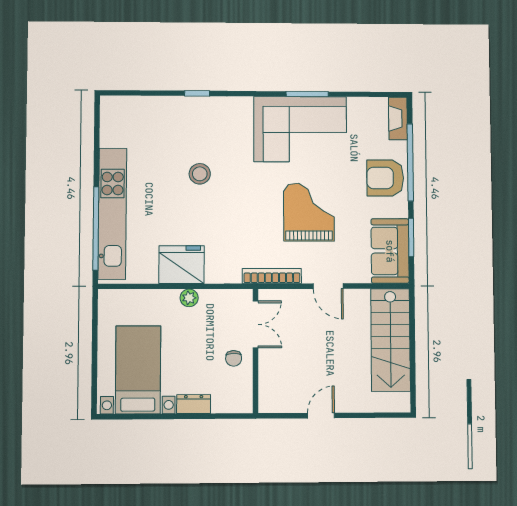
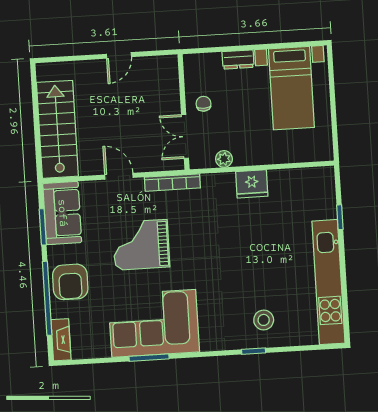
stool: (200, 174) -> (264, 320), moved
armchair: (385, 178) -> (70, 282), turned 90
grand piano: (309, 212) -> (141, 245), turned 90
kitchen unit: (112, 214) -> (328, 282), moved
window: (96, 228) -> (340, 217), width x0.32
fridge: (182, 265) -> (252, 184), width x0.73, depth x0.75
plant: (189, 298) -> (224, 159), moved

